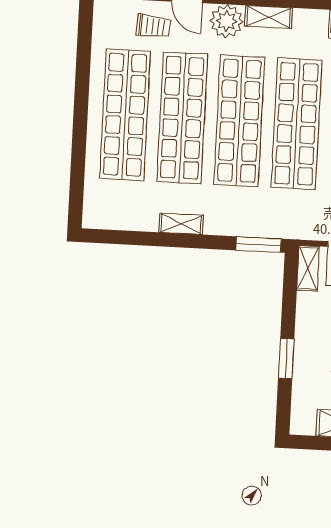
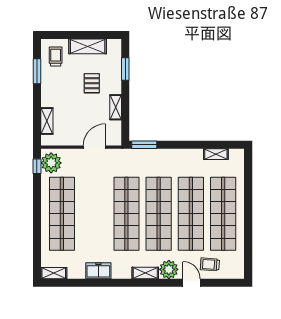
shelving: (181, 224) -> (216, 154), moved
shelving: (308, 268) -> (116, 107), moved
window: (286, 358) -> (125, 69), moved

